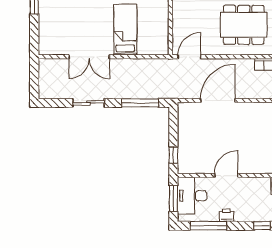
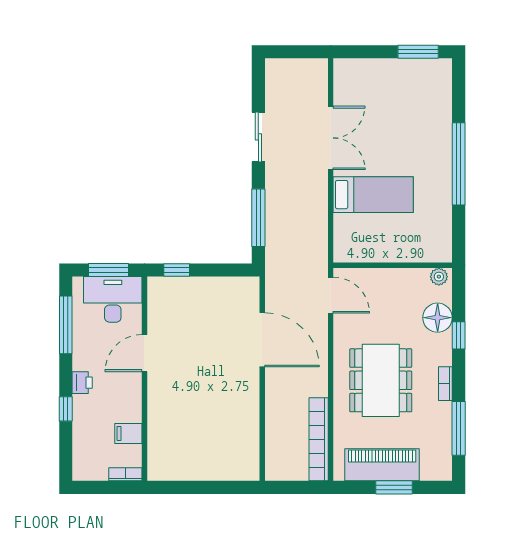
double door: (89, 57) -> (331, 138), swing flipped
door: (226, 175) -> (145, 353), swing flipped
printer: (226, 215) -> (82, 383), moved

